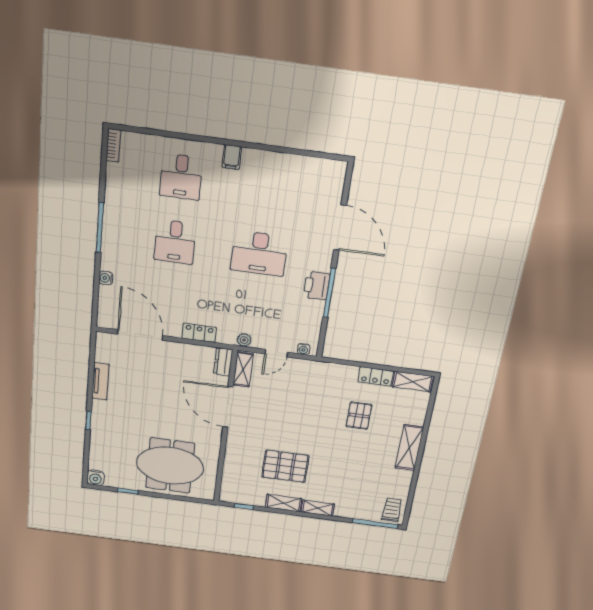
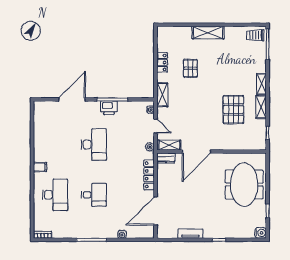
desk: (181, 177) -> (55, 195), width x1.37
locker: (199, 333) -> (149, 175), width x1.53
shelving: (413, 382) -> (162, 95), moved
pallet: (359, 416) -> (190, 68), turned 90

